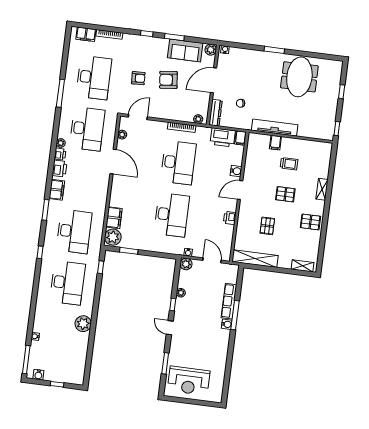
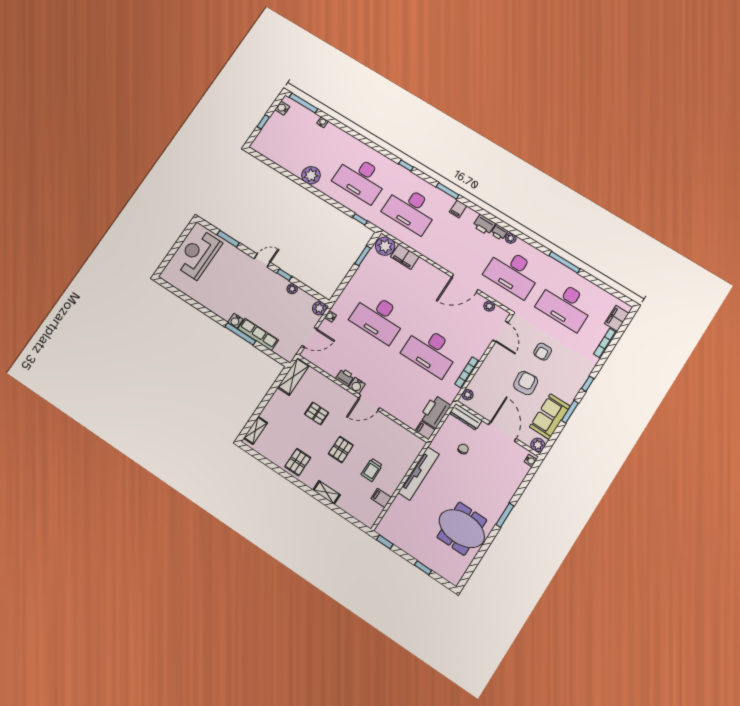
filing cabinet: (275, 143) -> (381, 498), moved
water cooler: (236, 171) -> (357, 386), moved
filing cabinet: (57, 190) -> (458, 209), width x0.50
door: (240, 190) -> (369, 403), swing flipped
shelving: (255, 259) -> (293, 376), width x0.68

